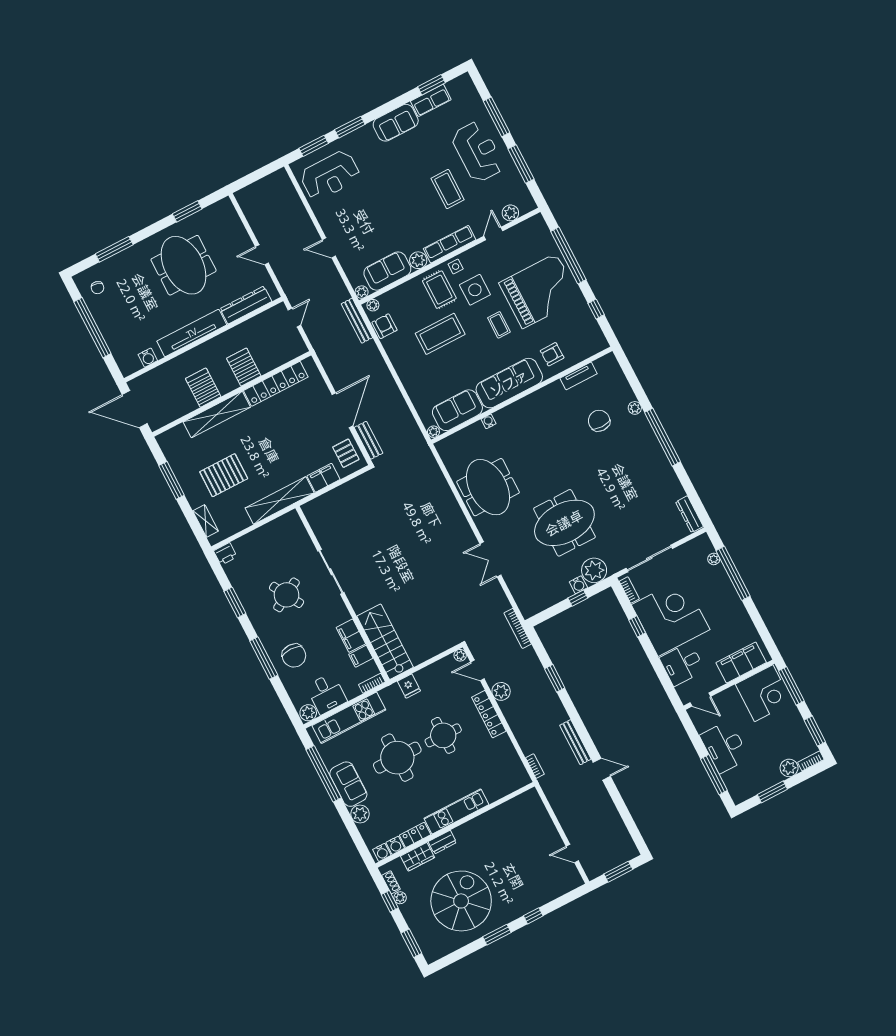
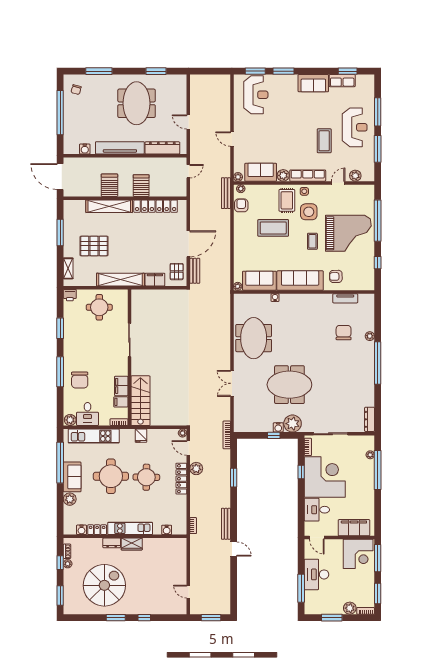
reception desk: (330, 175) -> (256, 95), turned -90
round table: (287, 595) -> (99, 307), moved, turned 30
water cooler: (382, 852) -> (167, 530), moved
wardrobe: (418, 857) -> (132, 544), moved

